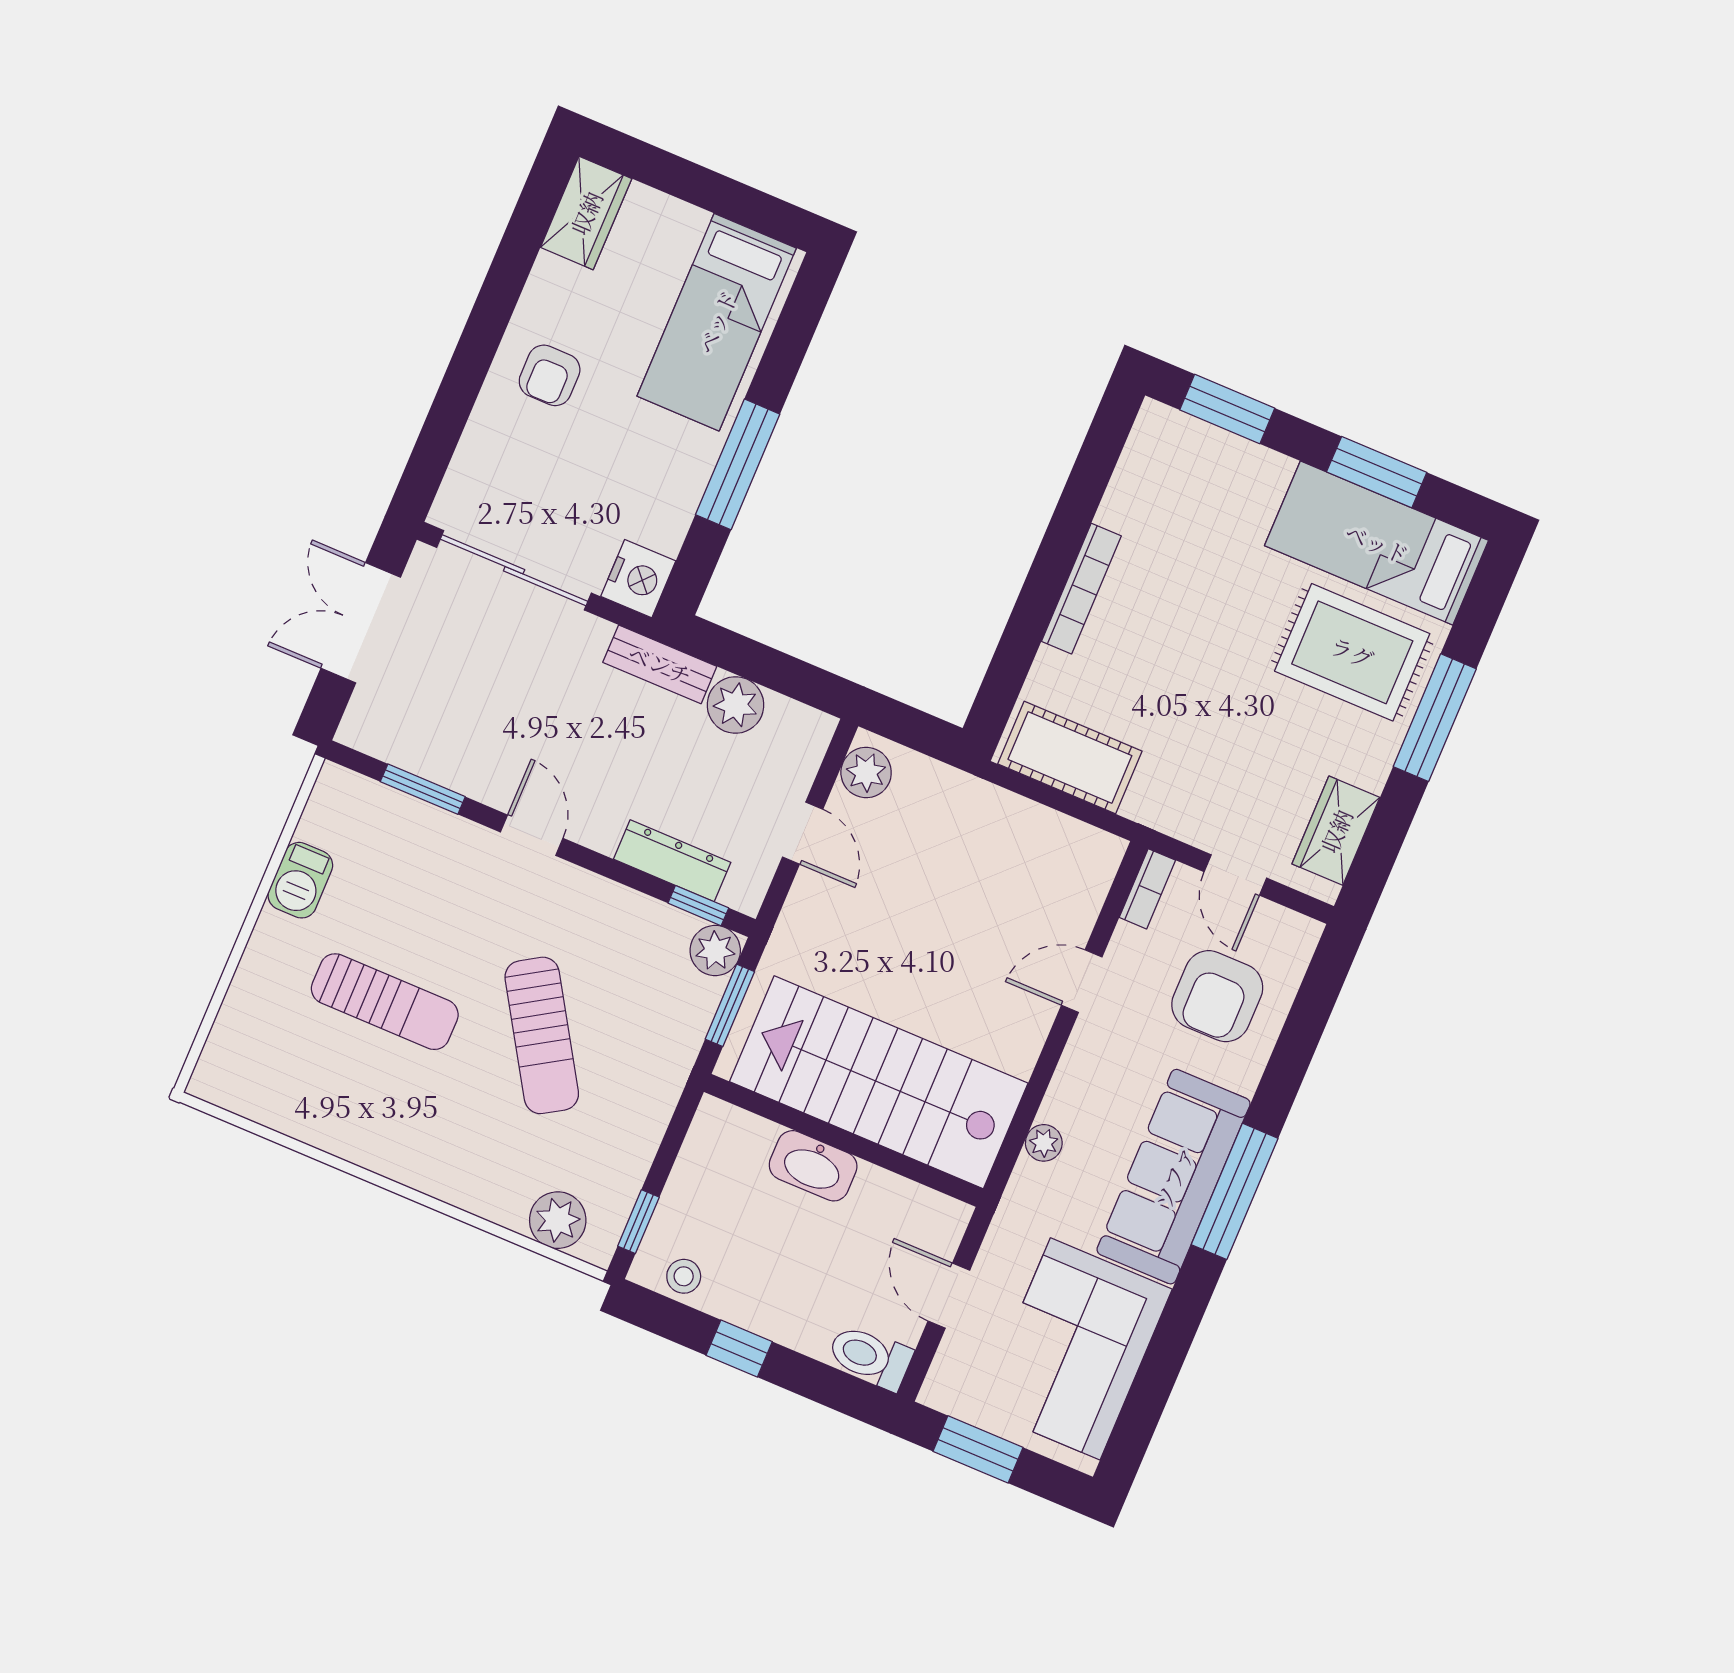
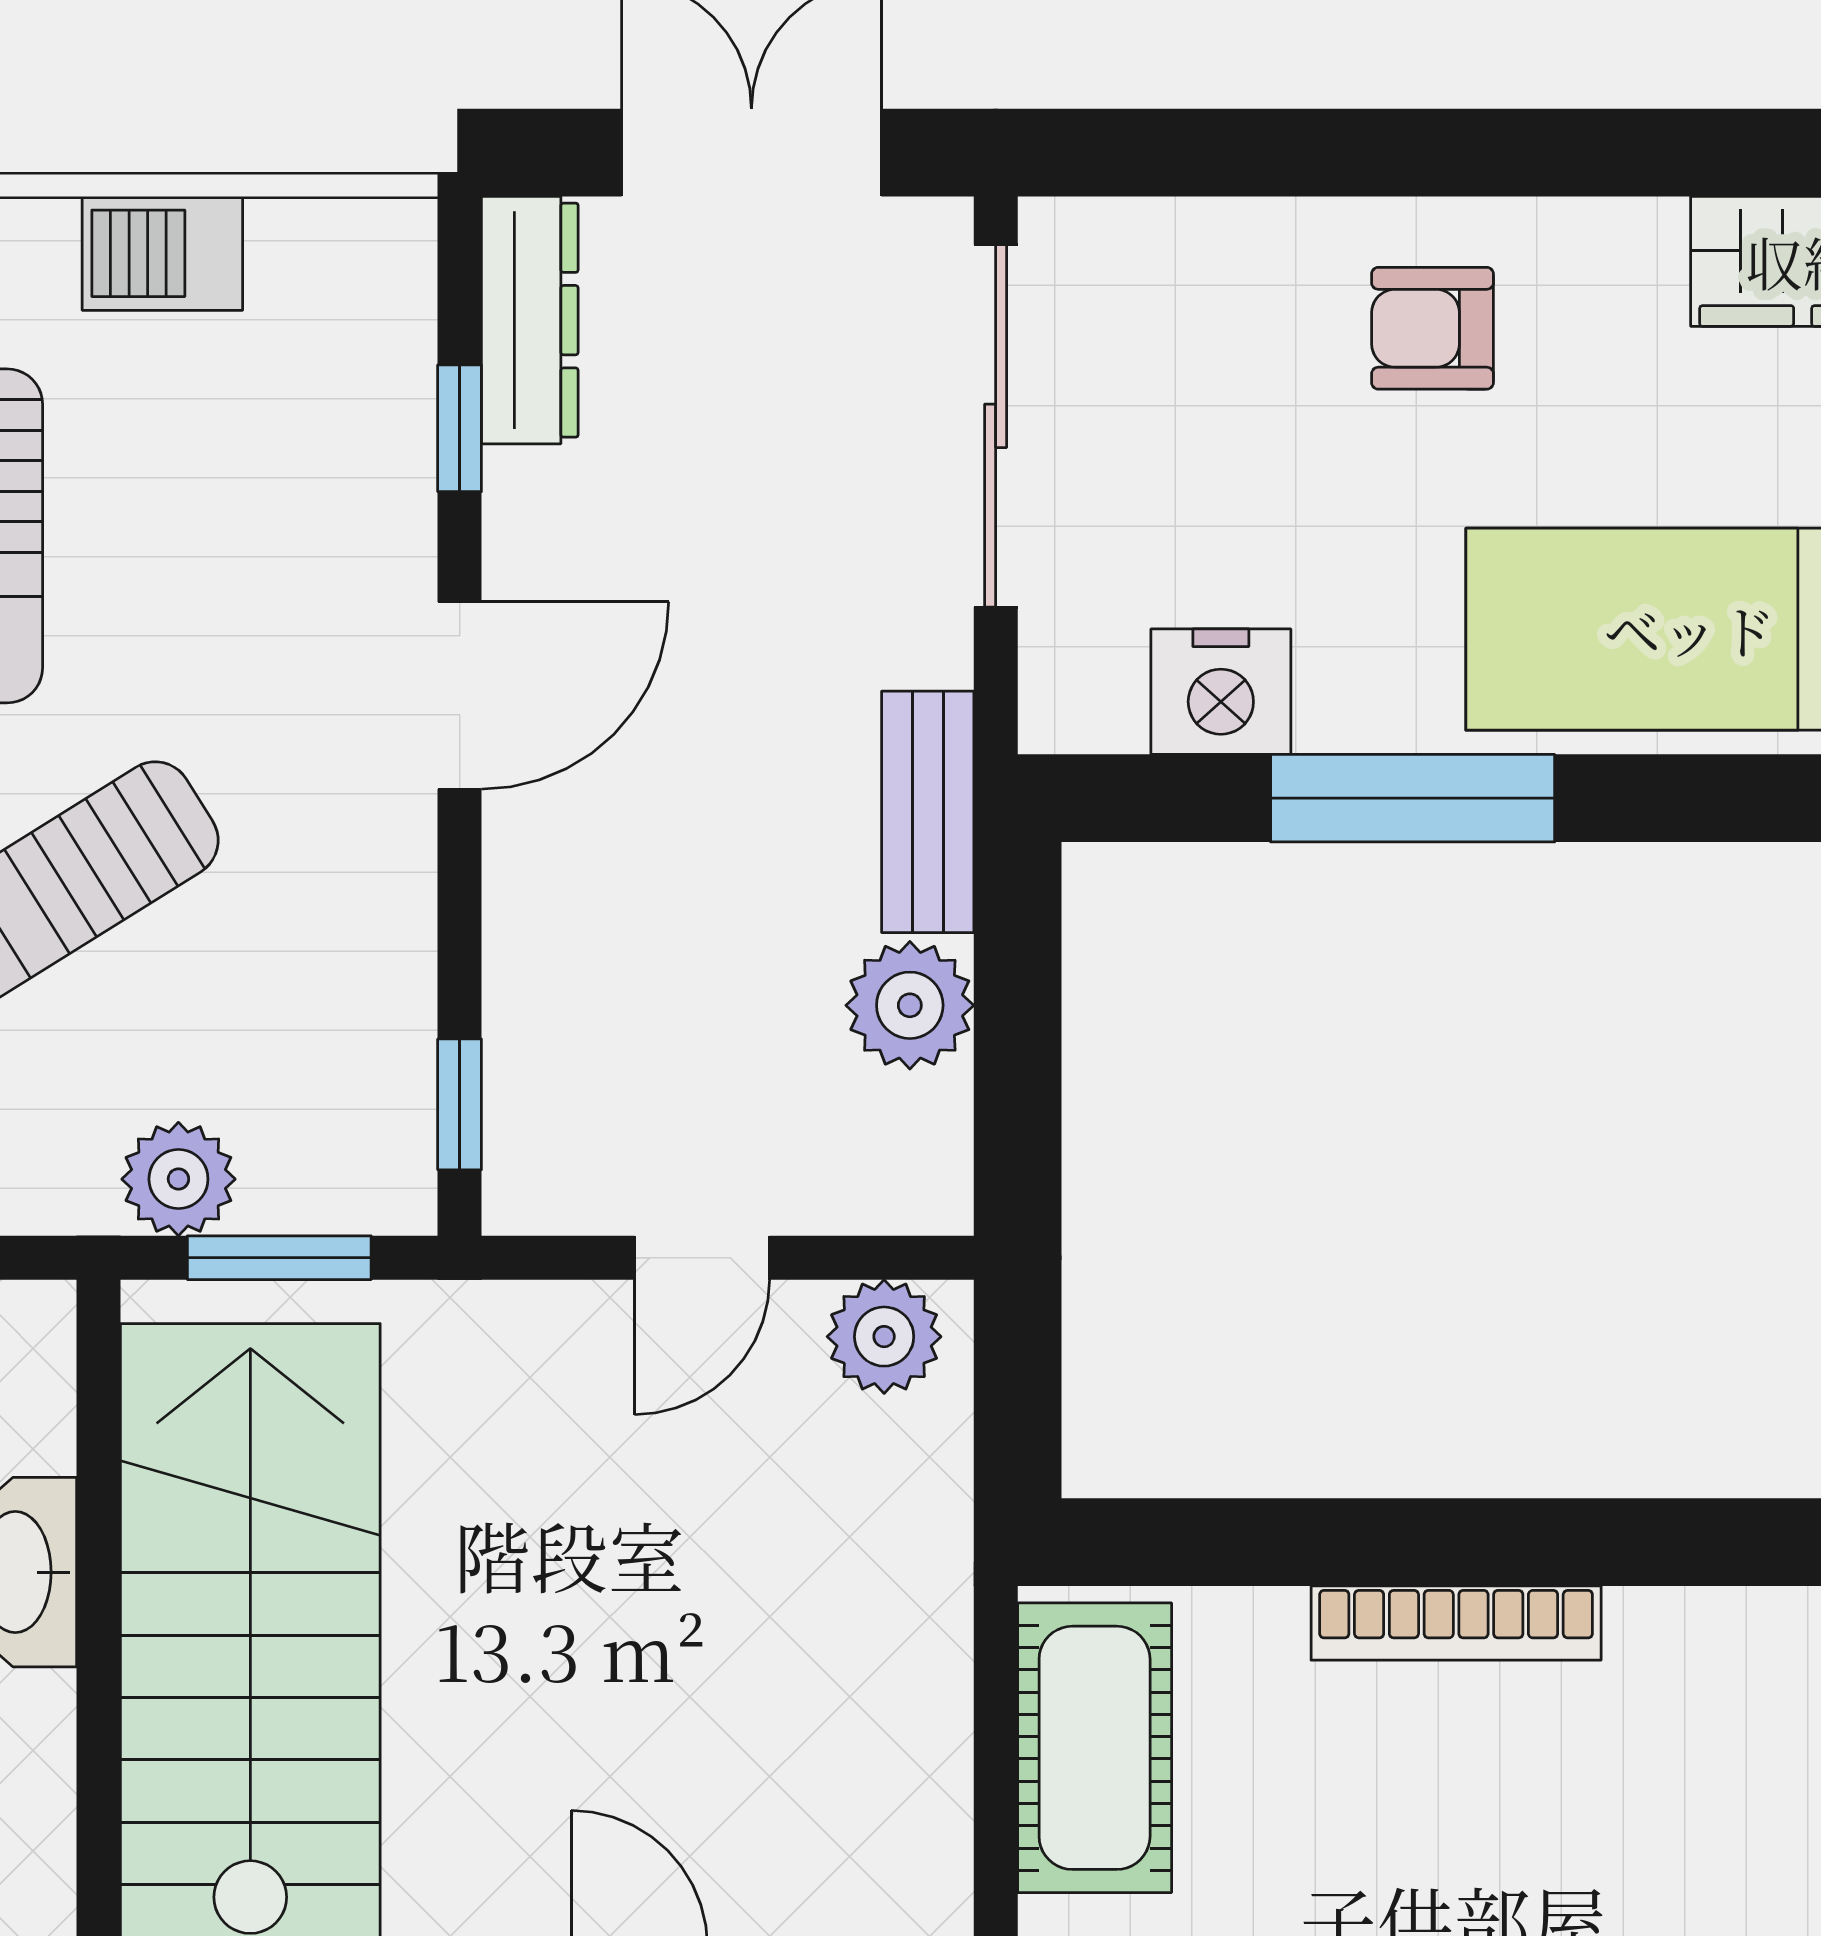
nightstand: (638, 579) -> (1221, 692), moved
window: (423, 789) -> (460, 428), width x0.67
door: (532, 835) -> (460, 695), width x1.38
dresser: (672, 861) -> (530, 320), moved
plant: (715, 951) -> (178, 1179), moved

